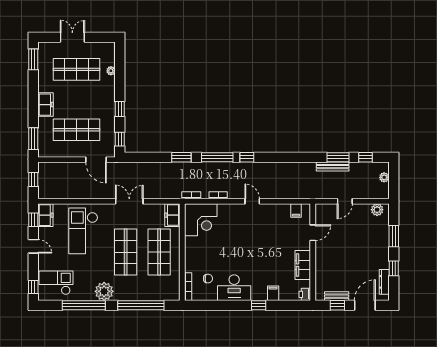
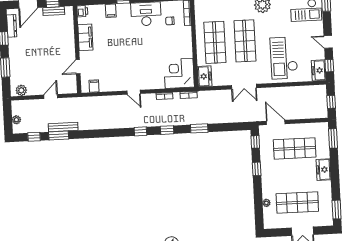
window: (217, 157) -> (167, 130), width x0.46
checkout: (83, 231) -> (284, 58), turned 180

